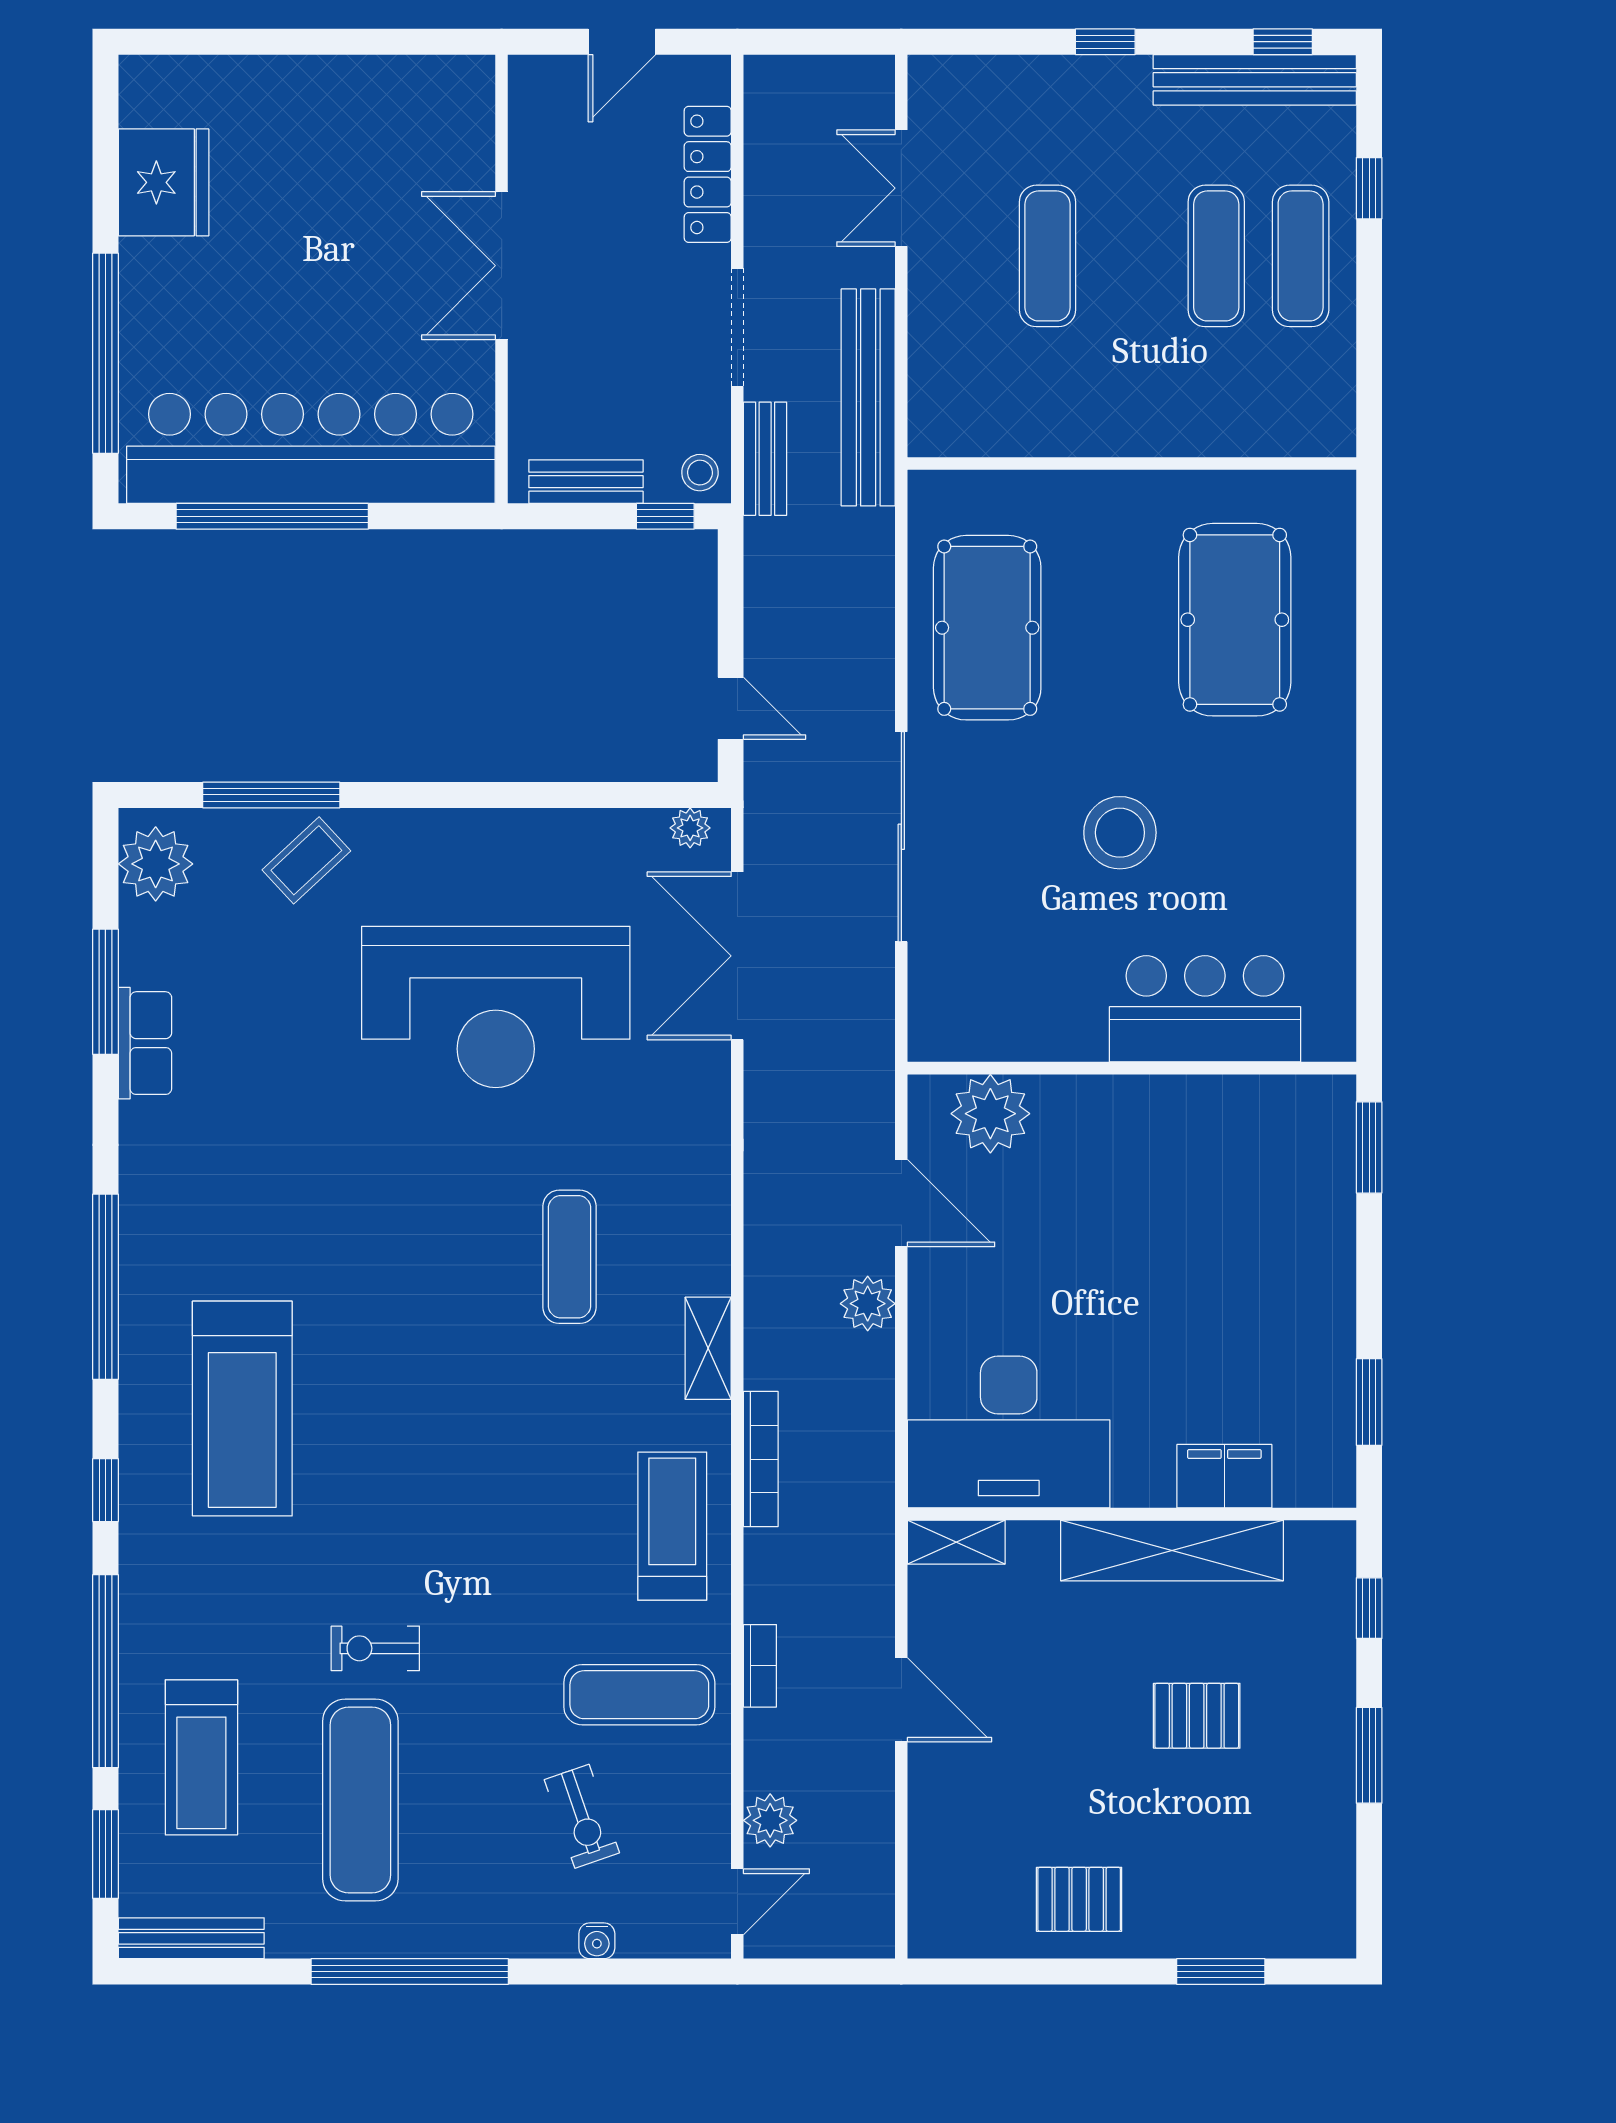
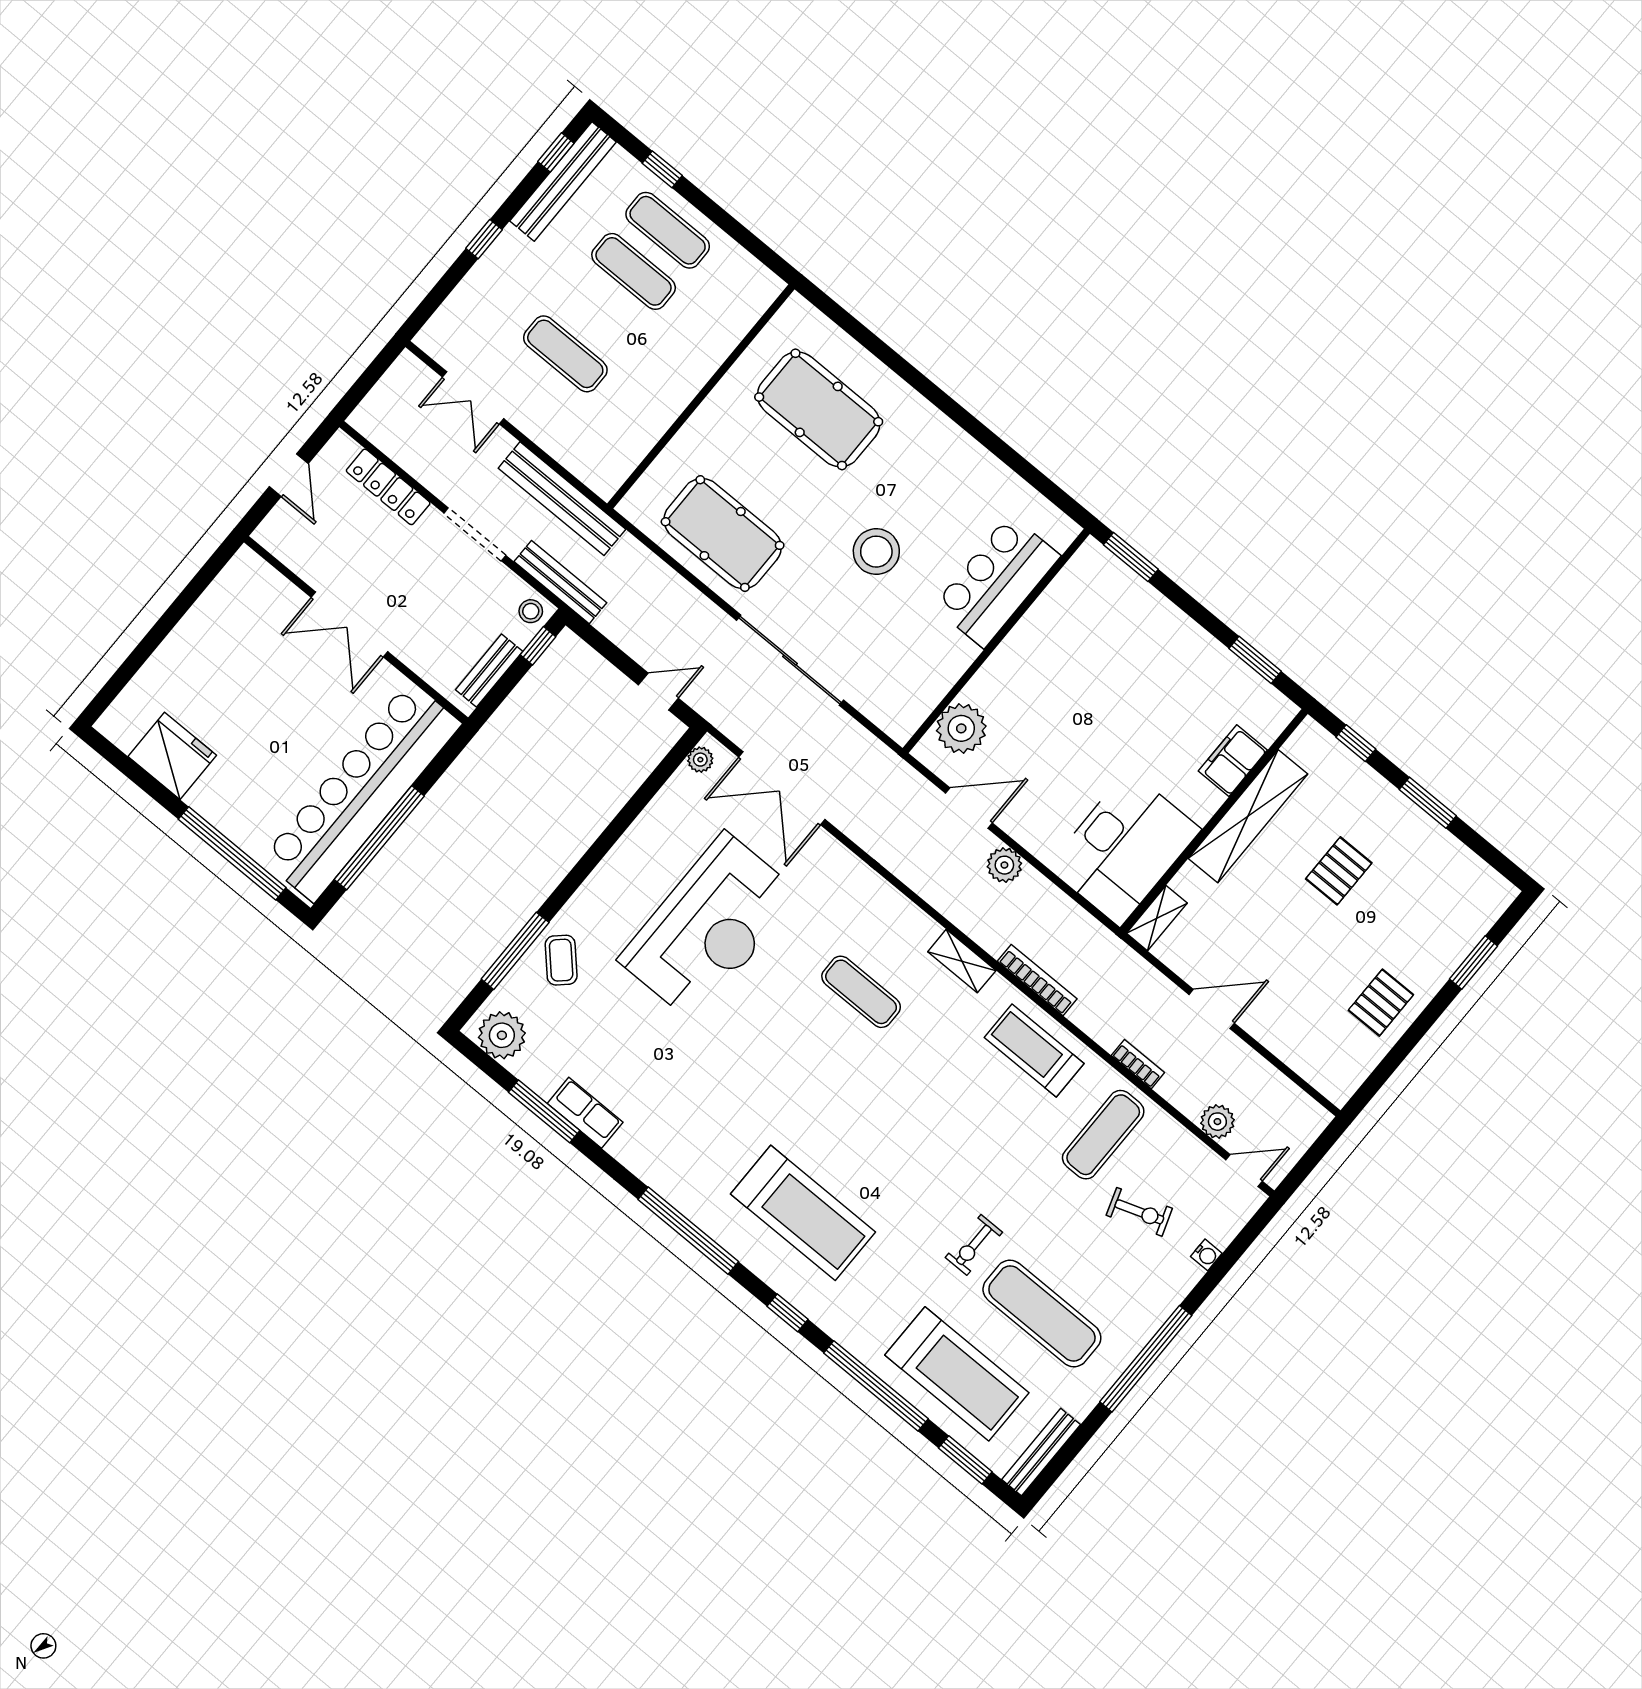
bench: (765, 459) -> (560, 582), width x1.36
treadmill: (201, 1757) -> (957, 1374), width x1.37, depth x1.37
door: (737, 1902) -> (1244, 1171), hinge flipped

